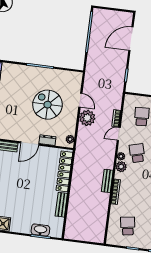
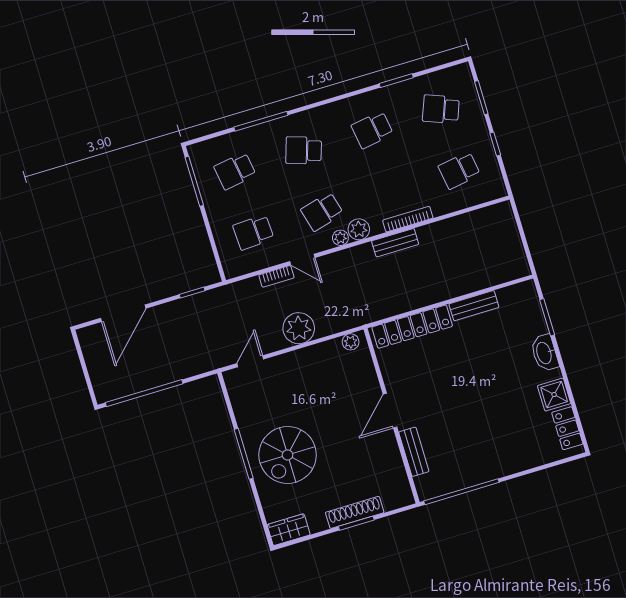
door: (131, 39) -> (123, 313), hinge flipped
door: (80, 100) -> (250, 361), moved
spiral stairs: (48, 105) -> (288, 455), moved
dresser: (47, 140) -> (370, 382), removed
door: (30, 143) -> (390, 411), swing flipped
washbasin: (40, 230) -> (545, 353), moved

